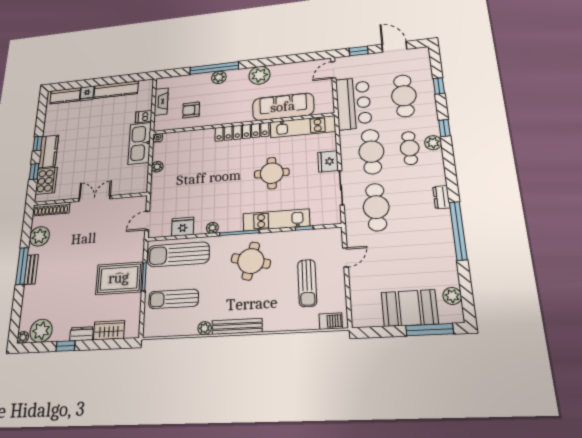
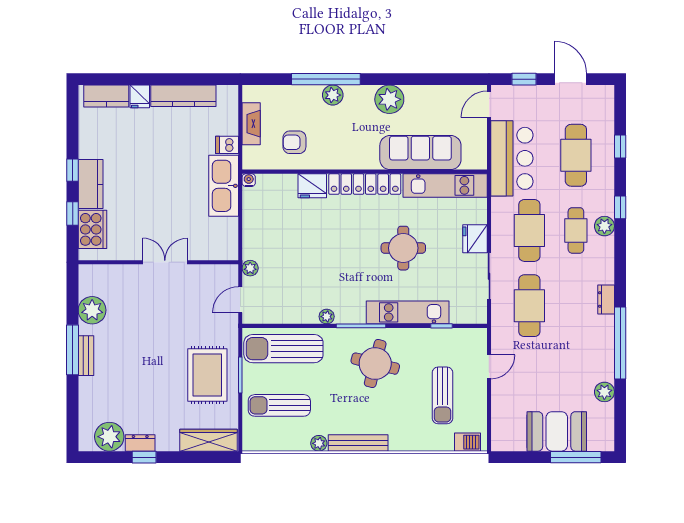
plant: (157, 167) -> (250, 268), moved
shoe rack: (51, 209) -> (104, 272), removed
fridge: (183, 227) -> (312, 186), moved, turned 180
rug: (119, 278) -> (207, 375), turned 90
plant: (452, 296) -> (604, 392), moved
wardrobe: (109, 330) -> (209, 440), width x1.50
dresser: (82, 334) -> (140, 443), moved
plant: (23, 337) -> (86, 444), removed

